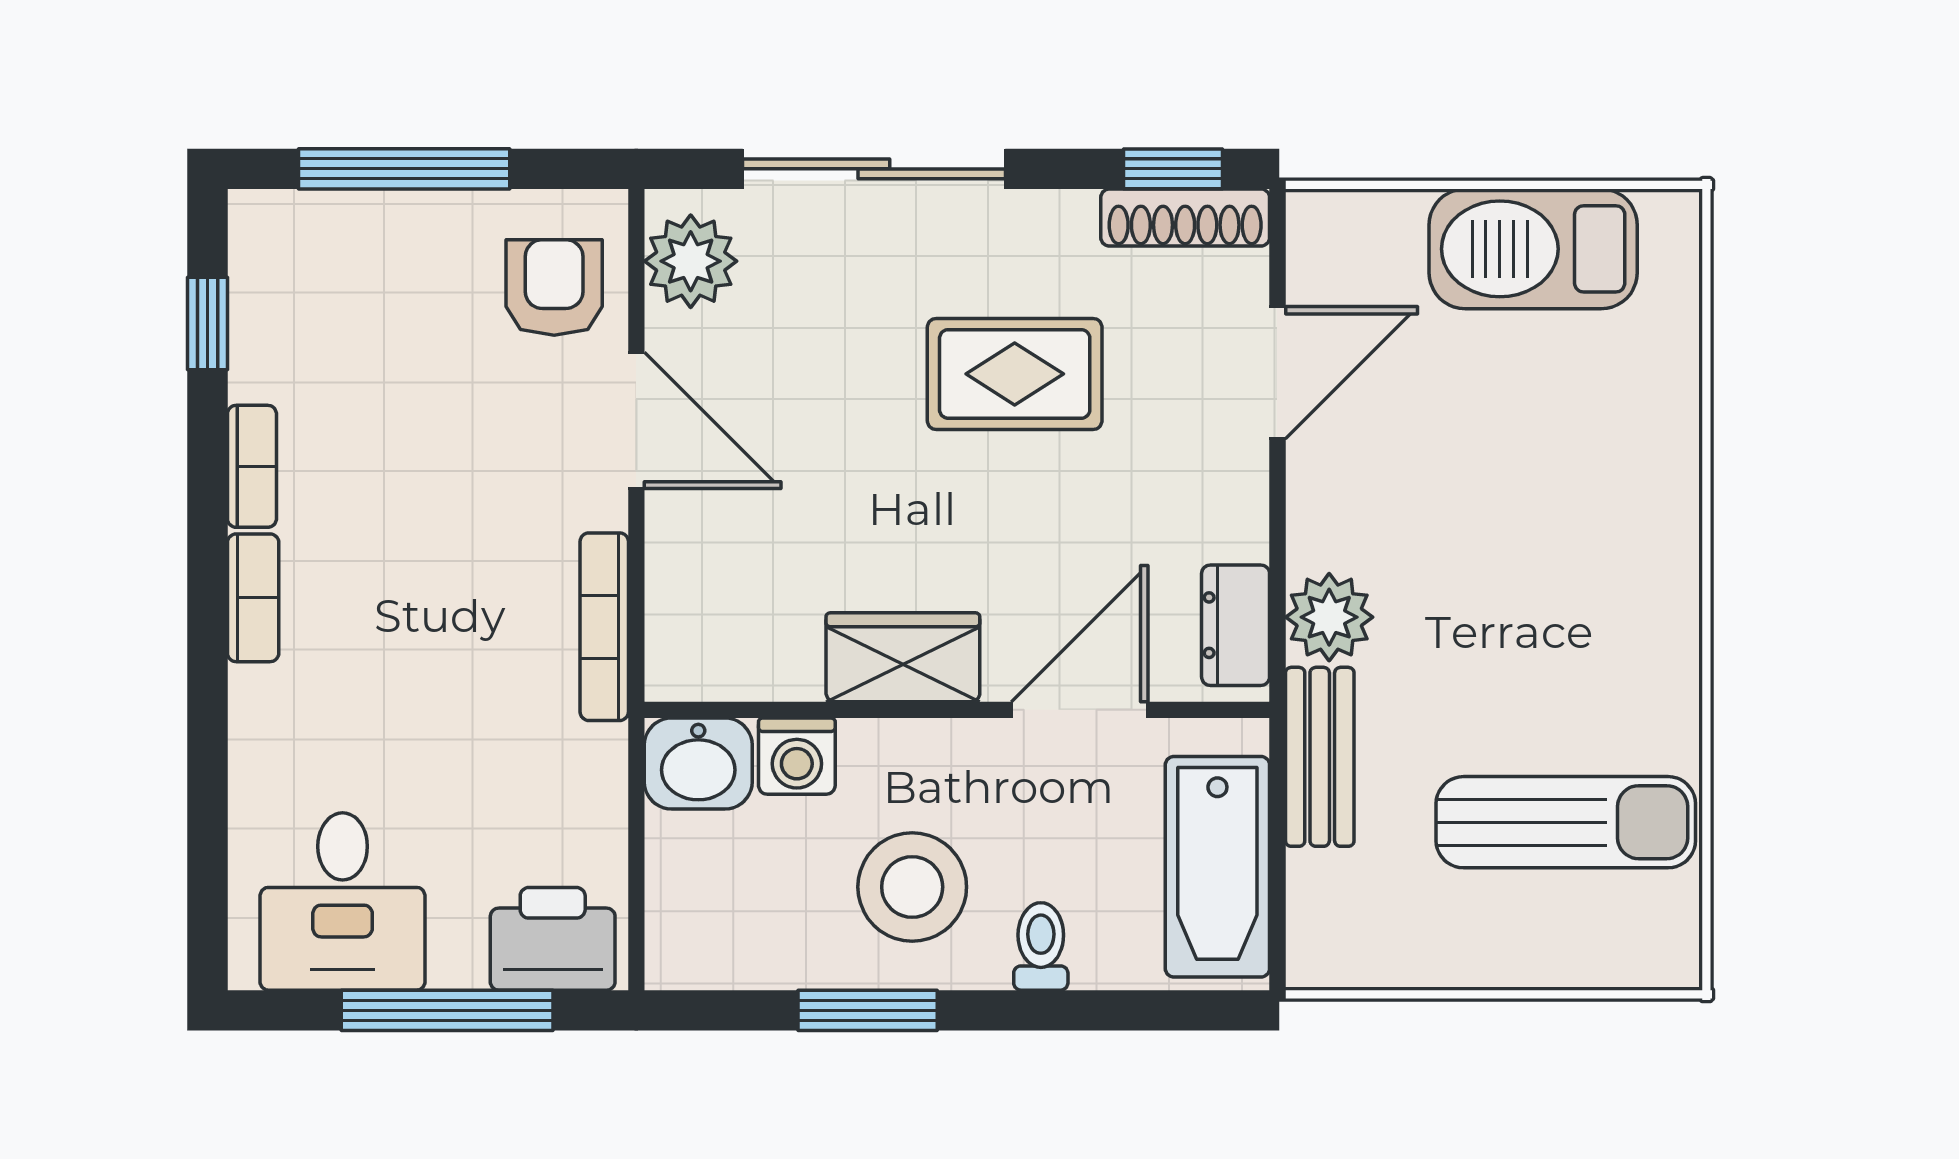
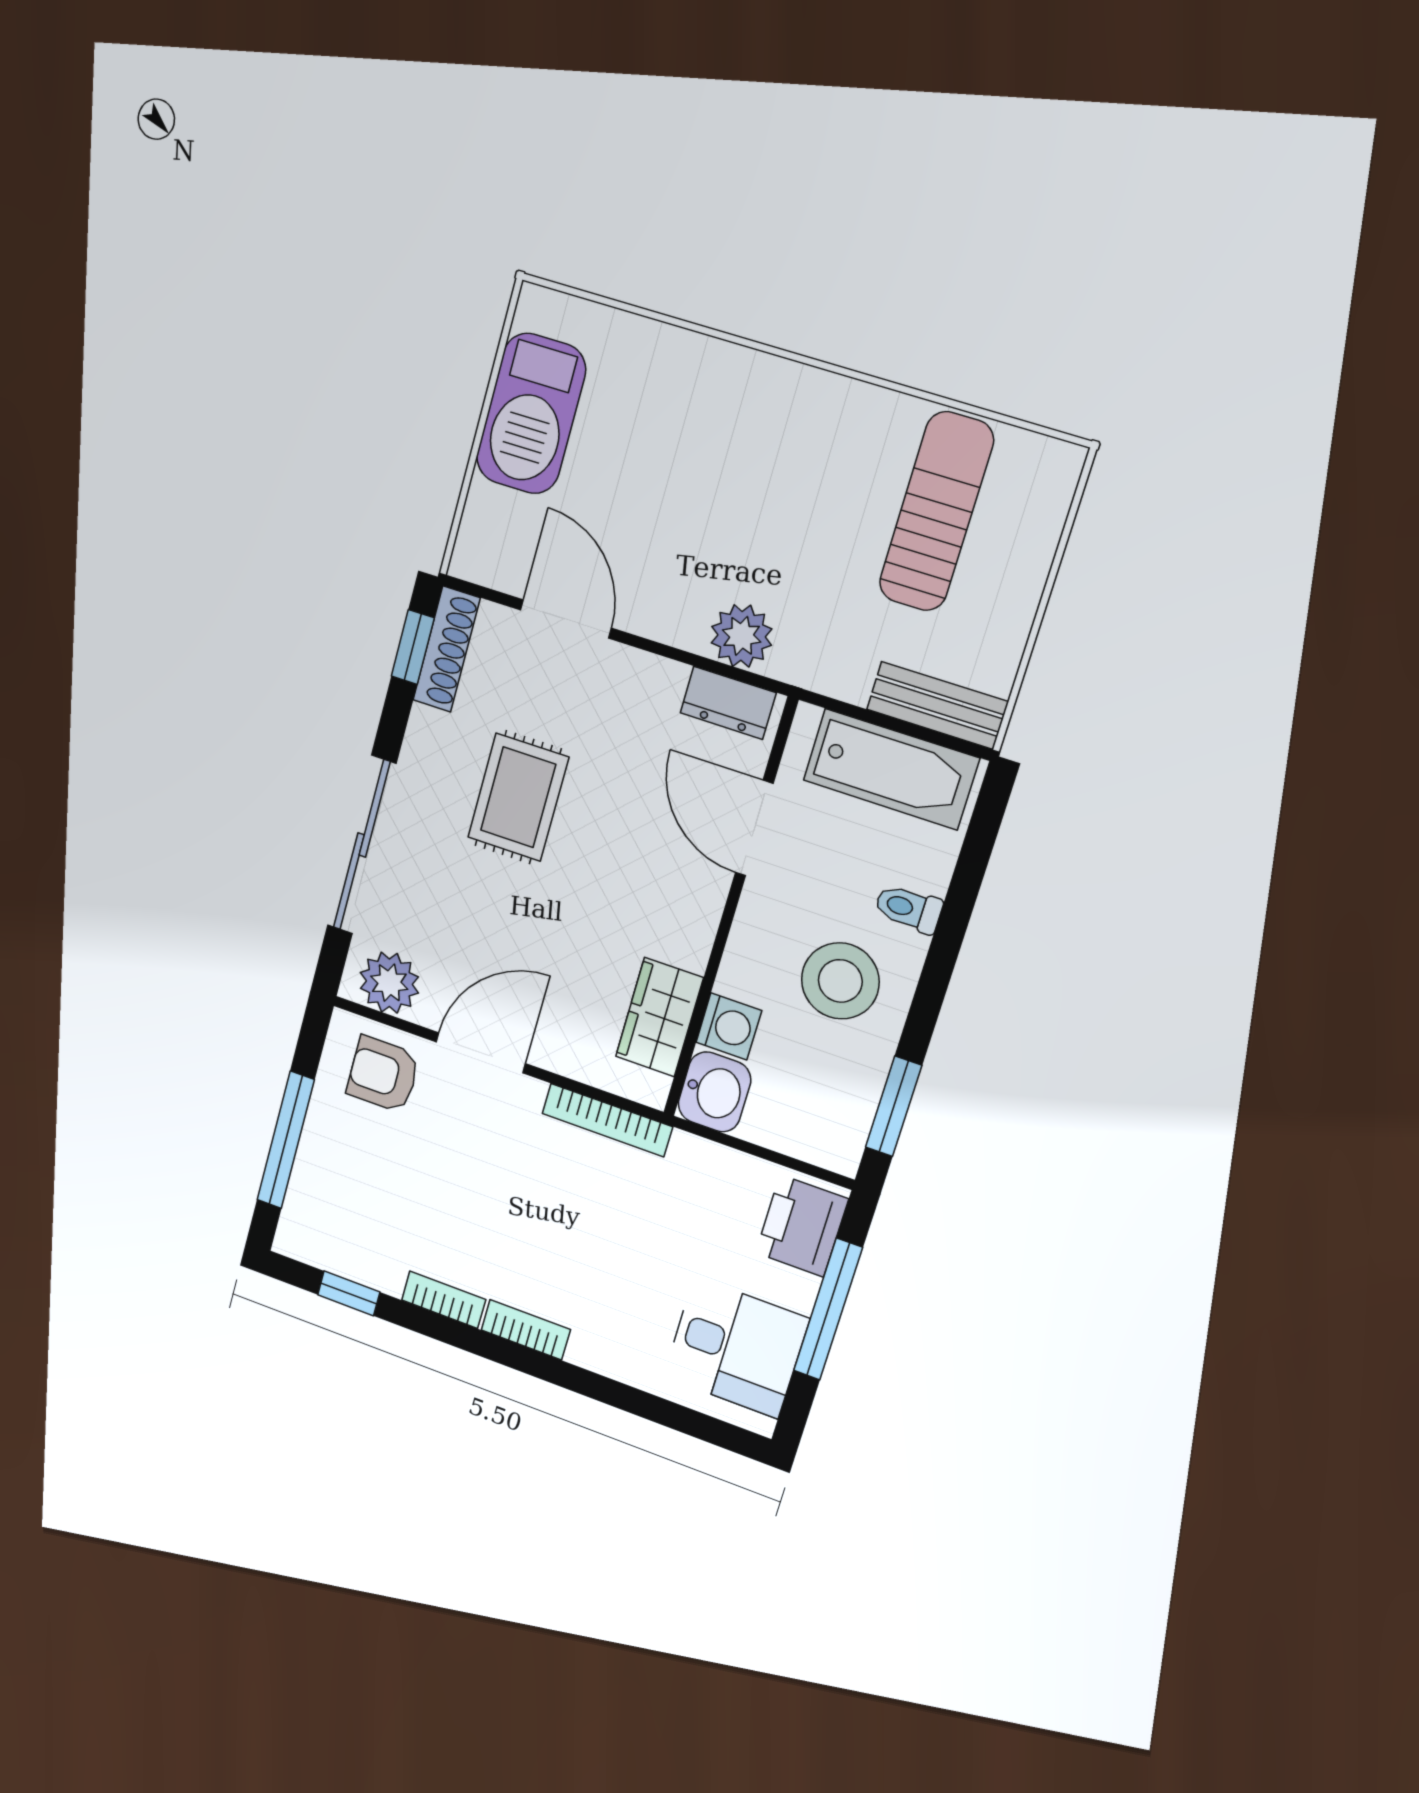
wardrobe: (903, 657) -> (659, 1017), moved
bench: (1320, 757) -> (937, 705), moved
window: (868, 1010) -> (894, 1106), moved

